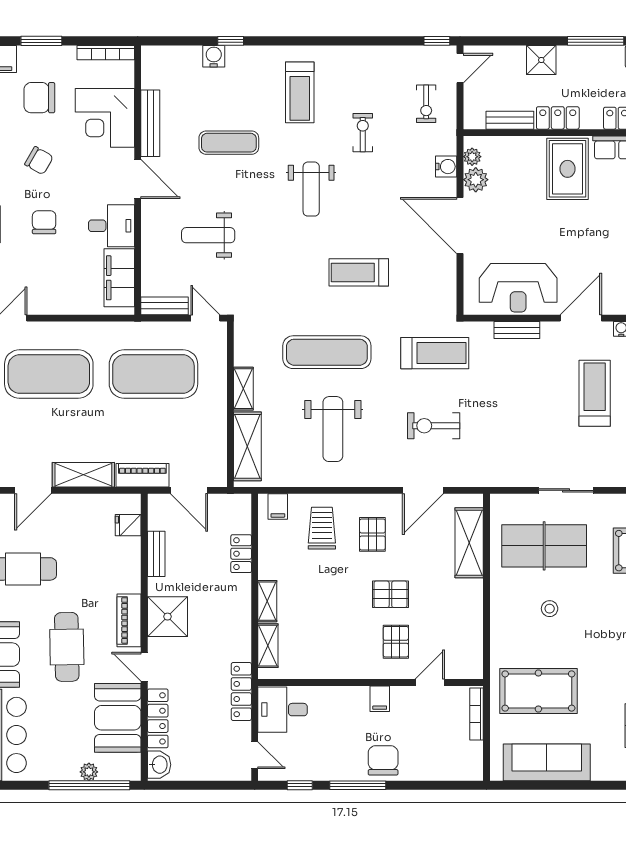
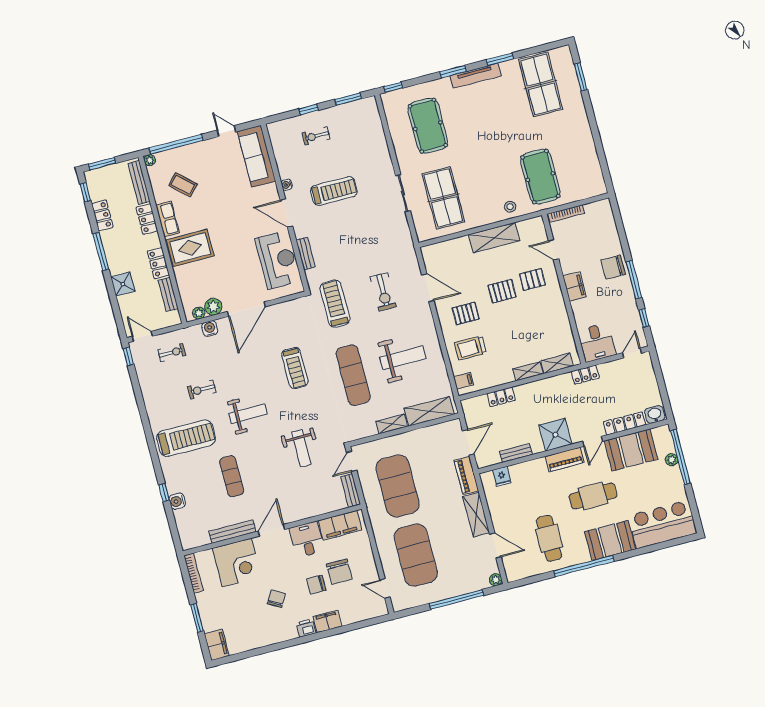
treadmill: (300, 92) -> (186, 438), width x1.37, depth x1.38
chair: (39, 98) -> (339, 572), moved
weight bench: (208, 235) -> (301, 448), moved
treadmill: (595, 393) -> (334, 191), turned 180
shelving: (469, 543) -> (494, 238), moved
pallet: (390, 594) -> (502, 291), turned 90
stool: (550, 609) -> (510, 207), moved
locker: (241, 691) -> (585, 375), width x0.66
filing cabinet: (380, 699) -> (575, 287), width x2.00
sofa: (547, 762) -> (586, 159), removed

